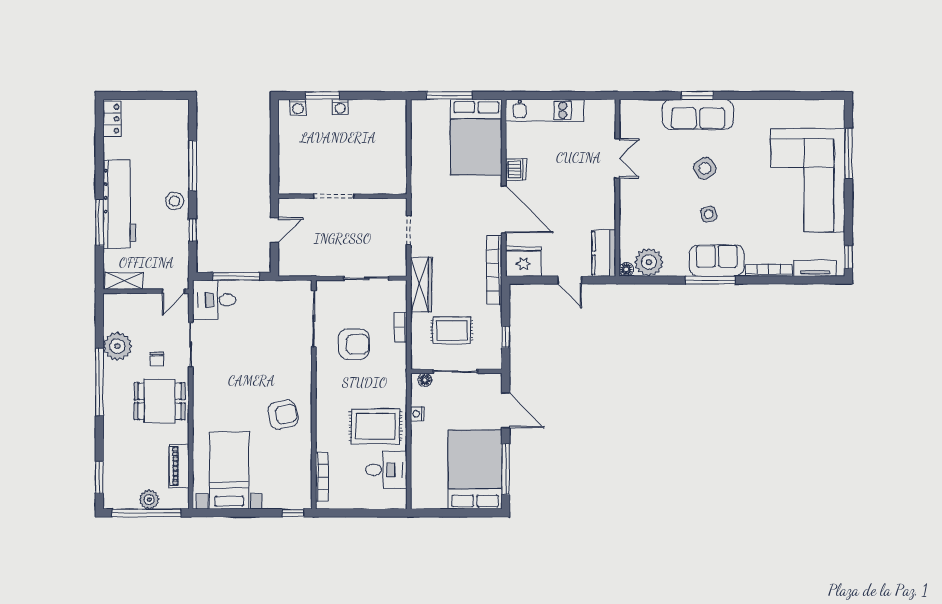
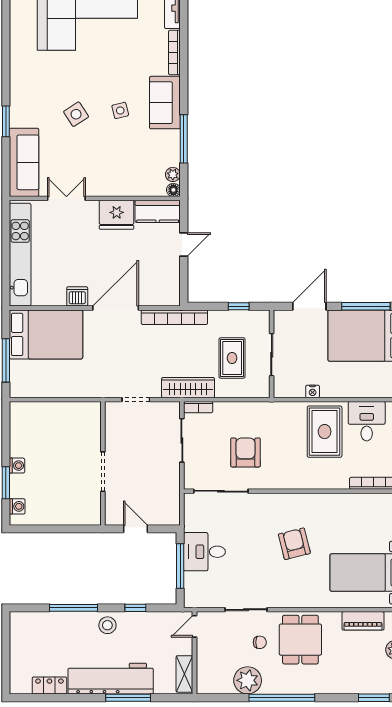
kitchen unit: (545, 110) -> (20, 255), width x1.36
sofa: (698, 114) -> (24, 162), moved
locker: (112, 119) -> (49, 685), moved
fridge: (523, 261) -> (117, 215), moved, turned -90
plant: (649, 262) -> (173, 174), width x0.53, depth x0.53
window: (710, 280) -> (184, 139), moved
door: (173, 291) -> (194, 626), swing flipped
desk: (214, 300) -> (204, 552), moved, turned 90
bookcase: (401, 327) -> (198, 407), moved
floor lamp: (425, 380) -> (280, 384), removed
armchair: (283, 415) -> (294, 544), moved

